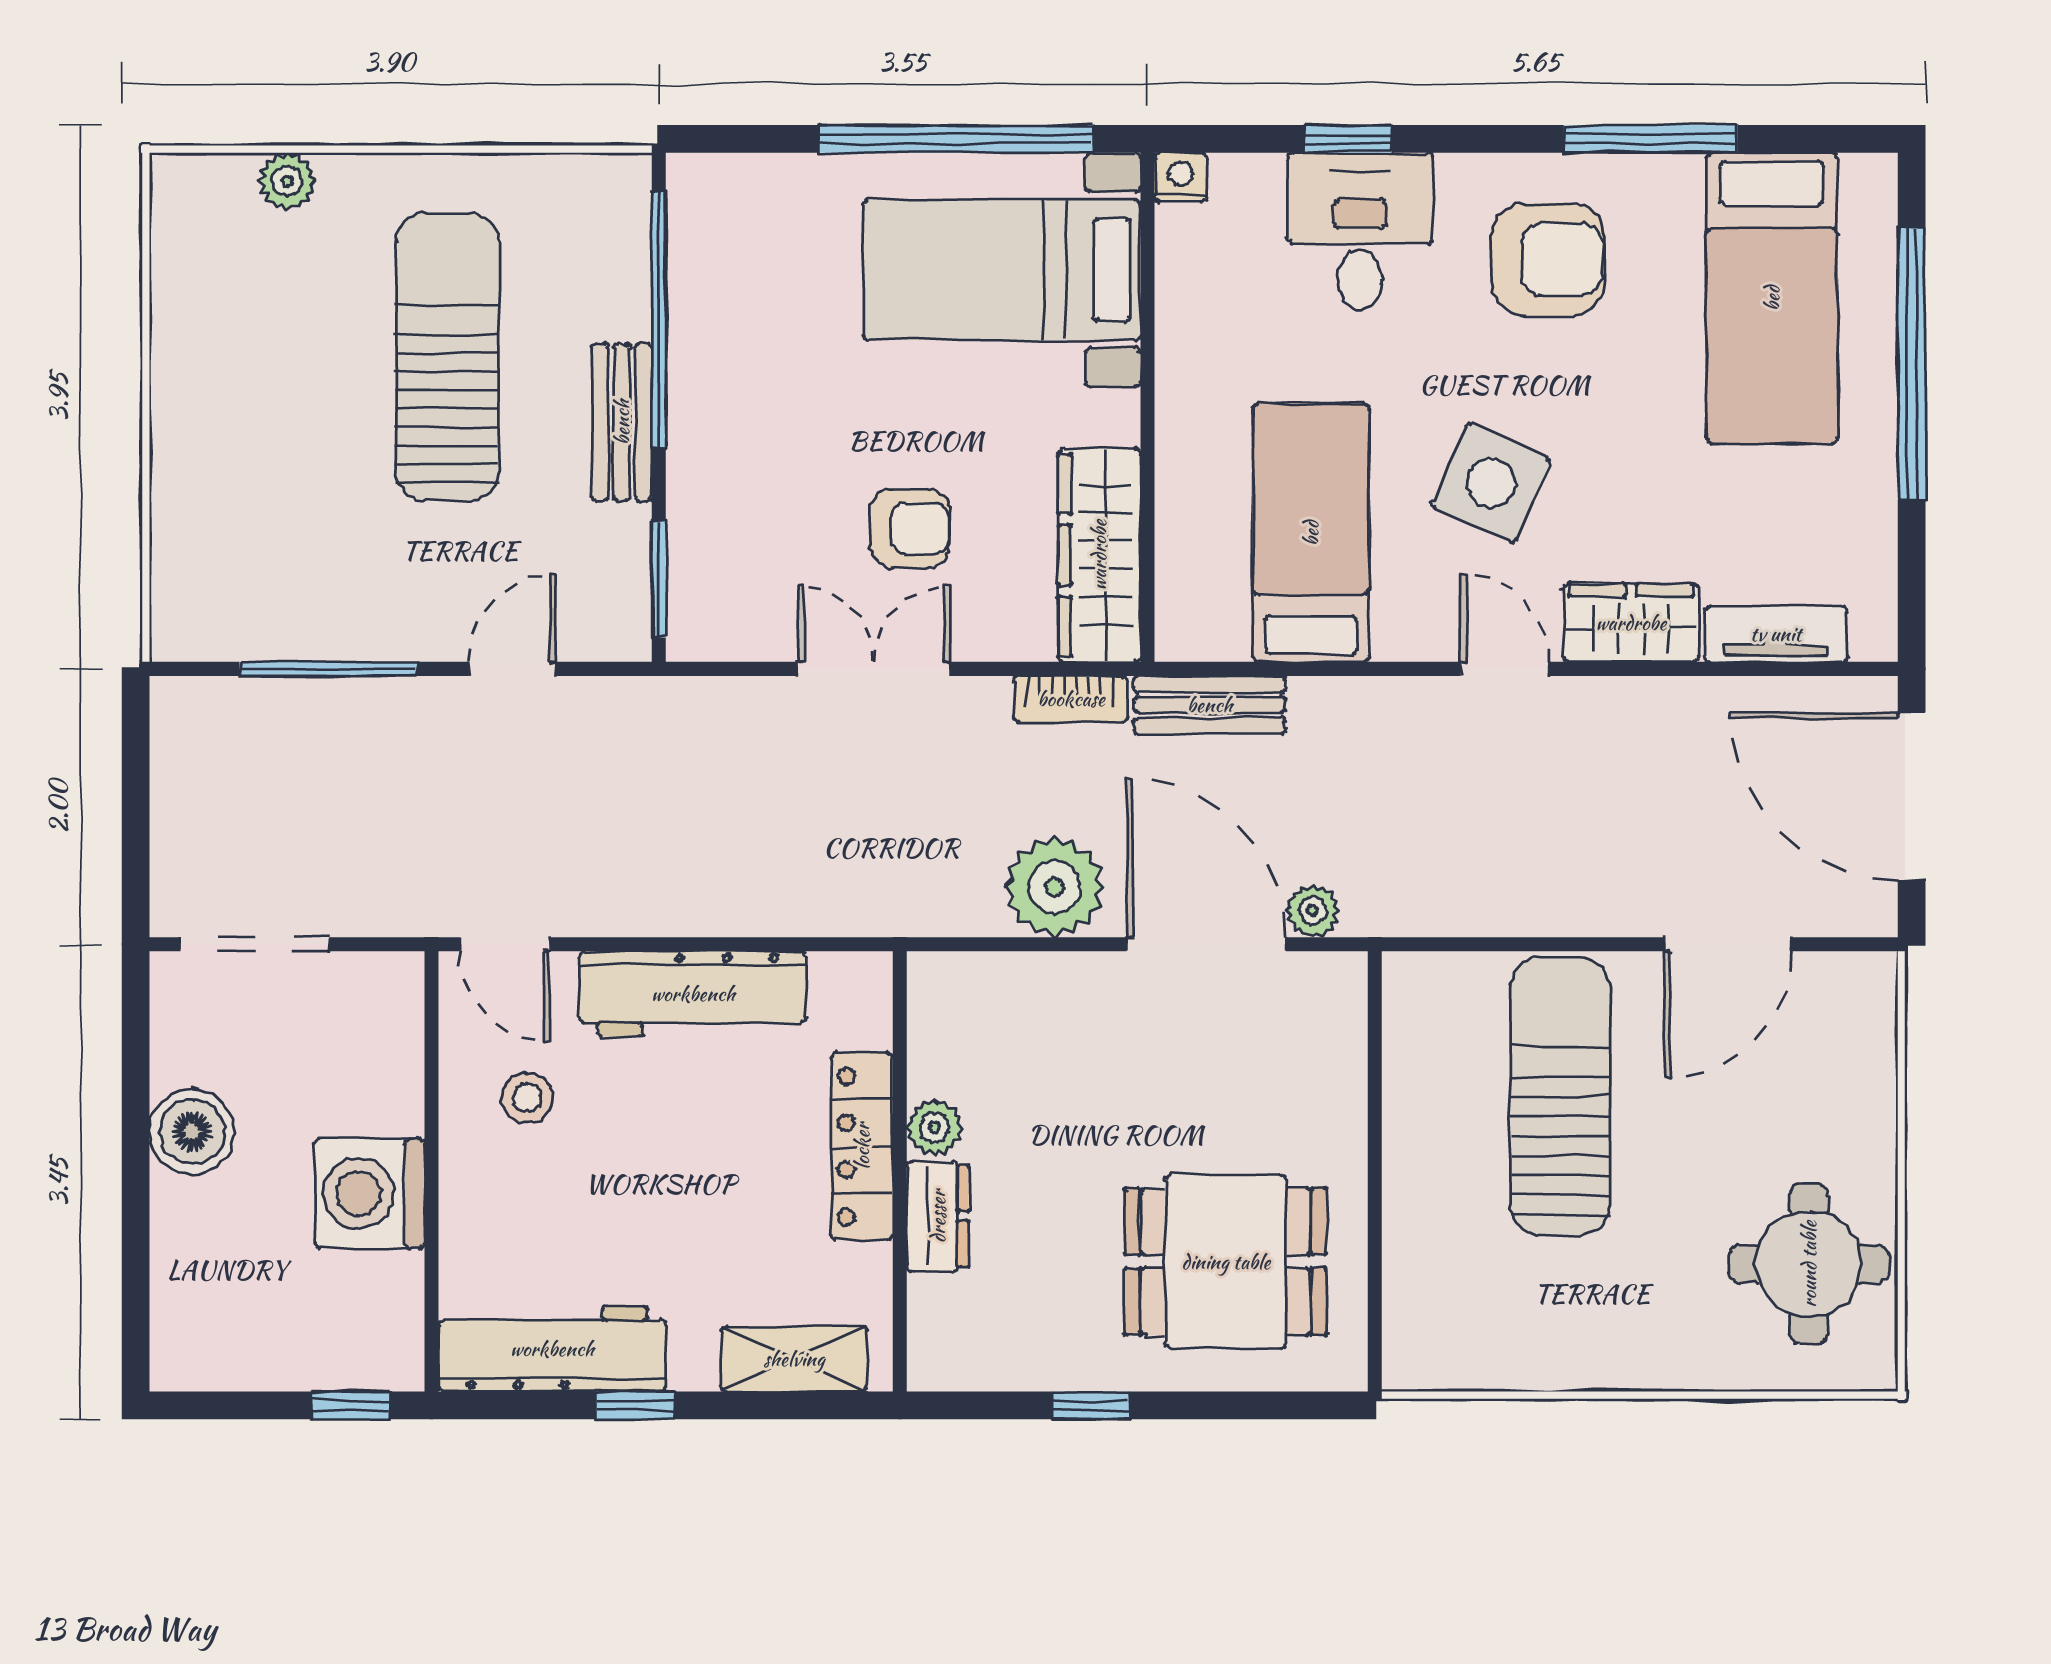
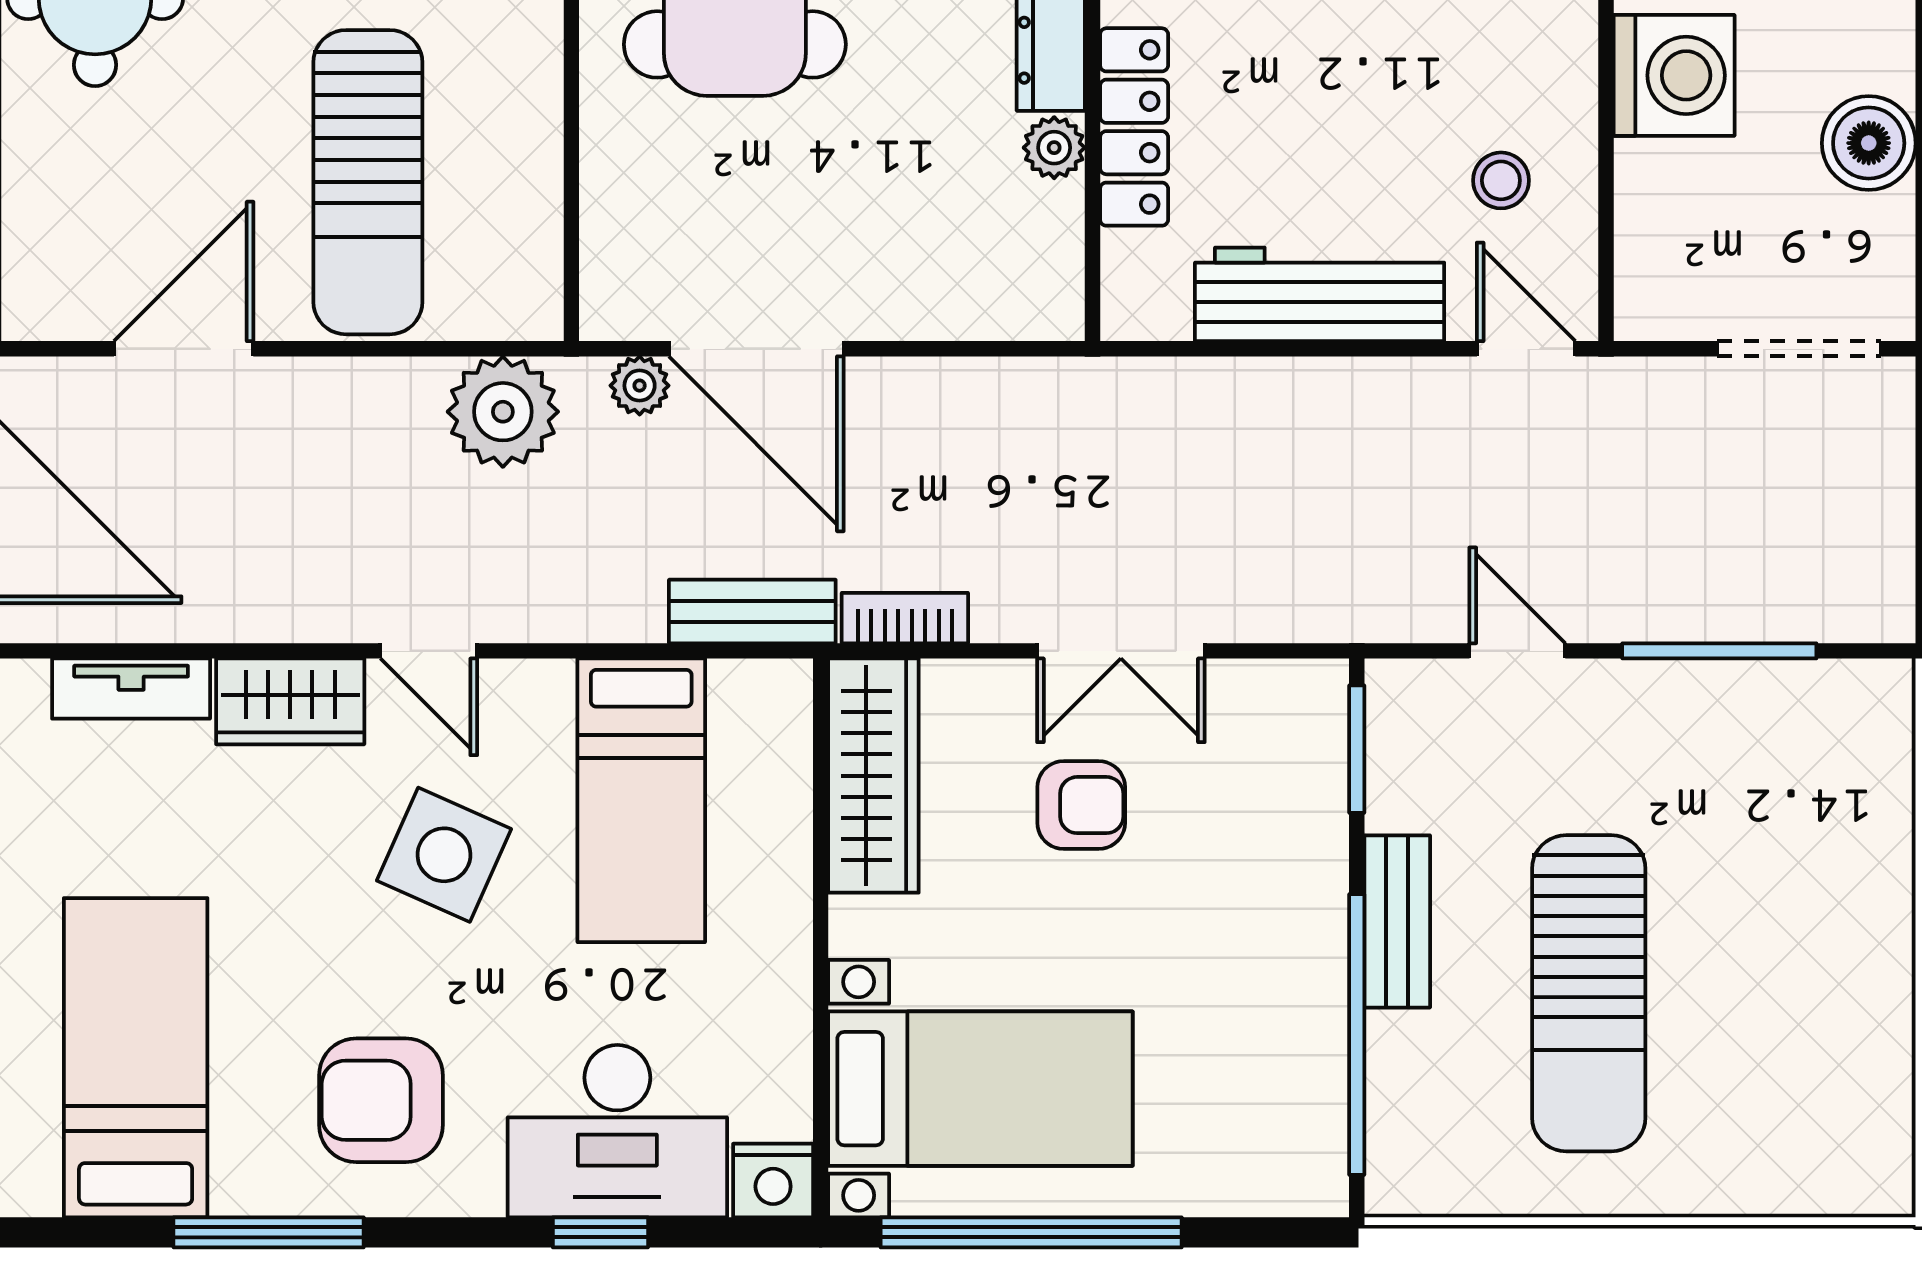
nightstand: (1181, 177) -> (773, 1181), width x1.39, depth x1.35
plant: (287, 181) -> (1765, 1186), removed
desk: (1360, 231) -> (617, 1131), width x1.37
armchair: (910, 528) -> (1081, 805), turned 180
door: (512, 669) -> (1517, 651), swing flipped
plant: (1055, 887) -> (503, 412), moved

